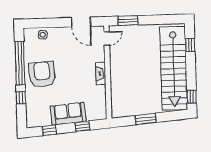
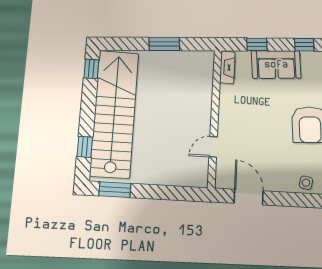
window: (128, 21) -> (115, 190), moved
door: (107, 38) -> (213, 147), moved
fireplace: (101, 73) -> (227, 67), moved

